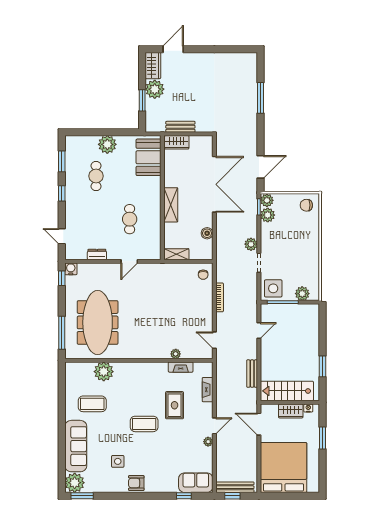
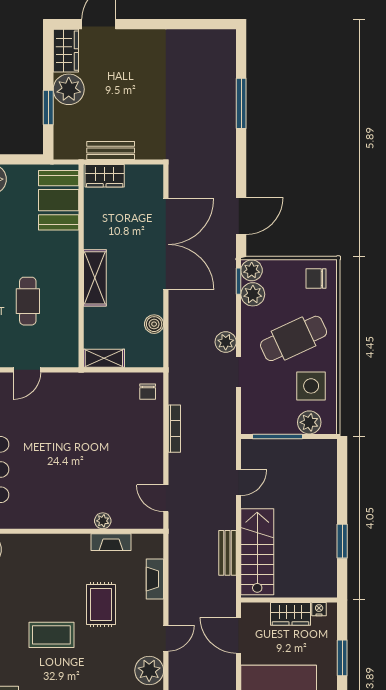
cafe table: (293, 242) -> (294, 338), added
side table: (273, 288) -> (311, 386), moved
stairs: (287, 391) -> (257, 552), moved, turned 90
plant: (208, 442) -> (149, 671), width x1.88, depth x1.88

